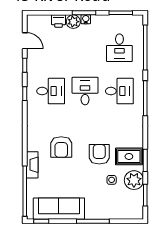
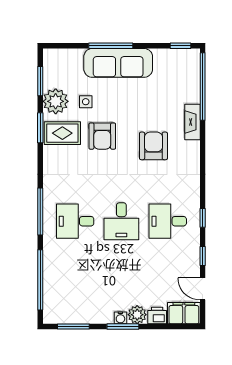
filing cabinet: (39, 23) -> (184, 313), added
desk: (119, 48) -> (75, 280), removed
sofa: (59, 209) -> (118, 63), moved

